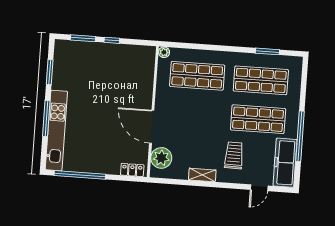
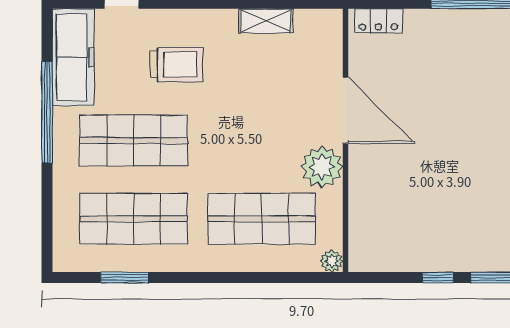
trolley: (234, 155) -> (177, 65), turned -91
plant: (161, 158) -> (322, 167), moved
shelving: (202, 175) -> (266, 21), moved

